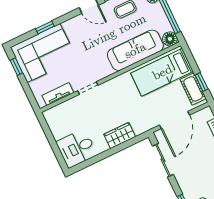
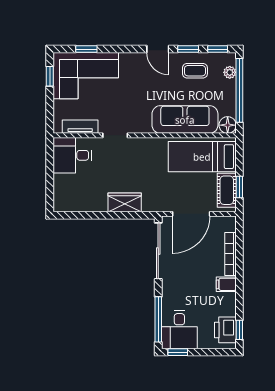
window: (45, 27) -> (86, 49), moved
desk: (77, 148) -> (72, 155), moved
sliding door: (163, 160) -> (158, 251), width x1.37

